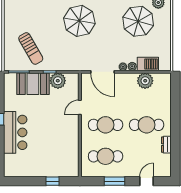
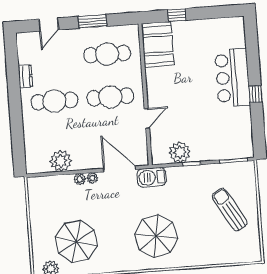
sun lounger: (31, 48) -> (230, 209), moved
barbecue: (148, 64) -> (152, 177), moved
booth: (33, 84) -> (158, 44), moved, turned 90

